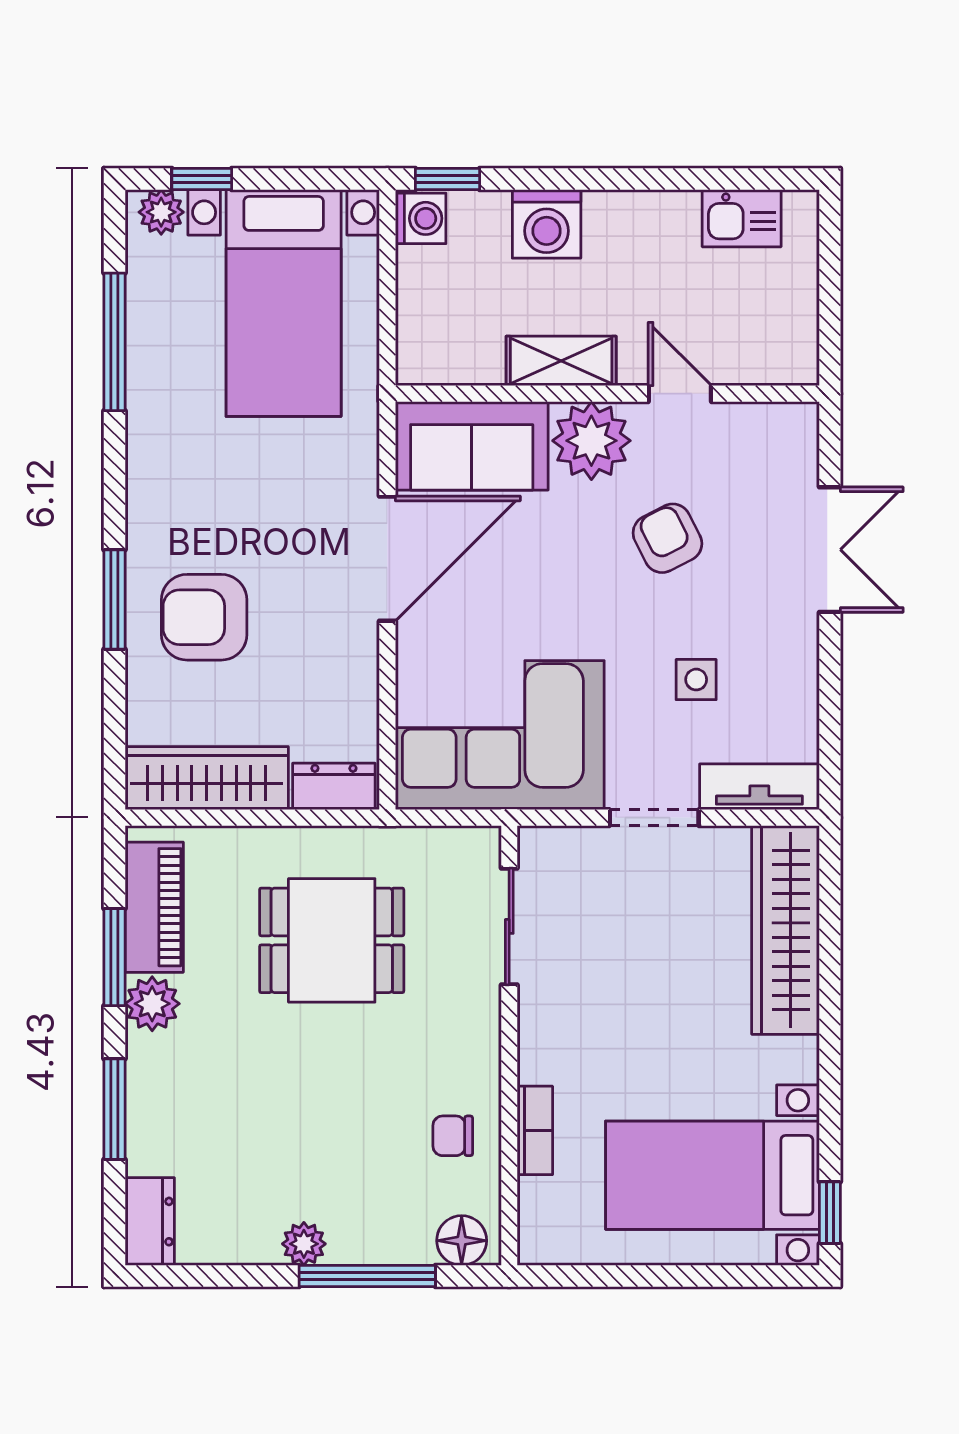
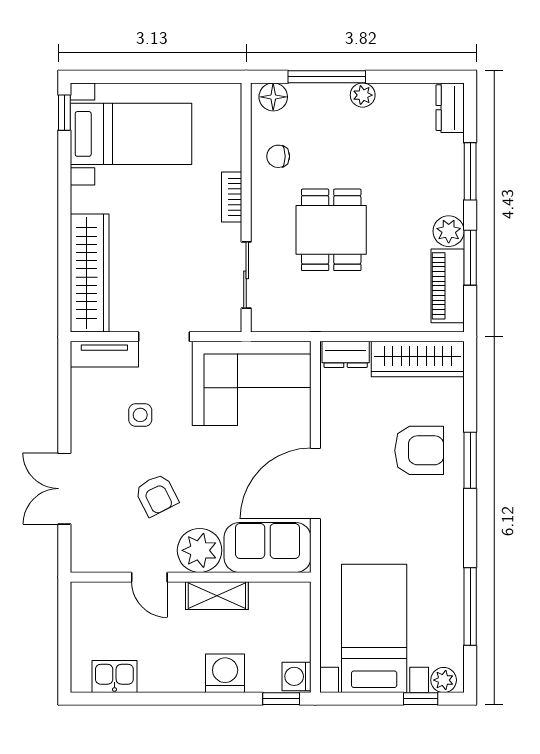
dining table: (332, 940) -> (331, 230), moved, turned 90
bookcase: (535, 1130) -> (232, 197), moved
chair: (453, 1136) -> (278, 156), turned 180

